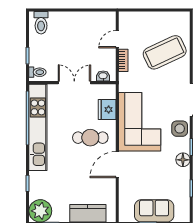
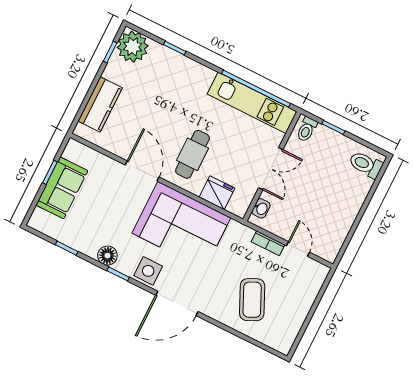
coffee table: (165, 52) -> (252, 300), width x0.73, depth x0.76
kitchen unit: (38, 127) -> (252, 103), width x0.73

